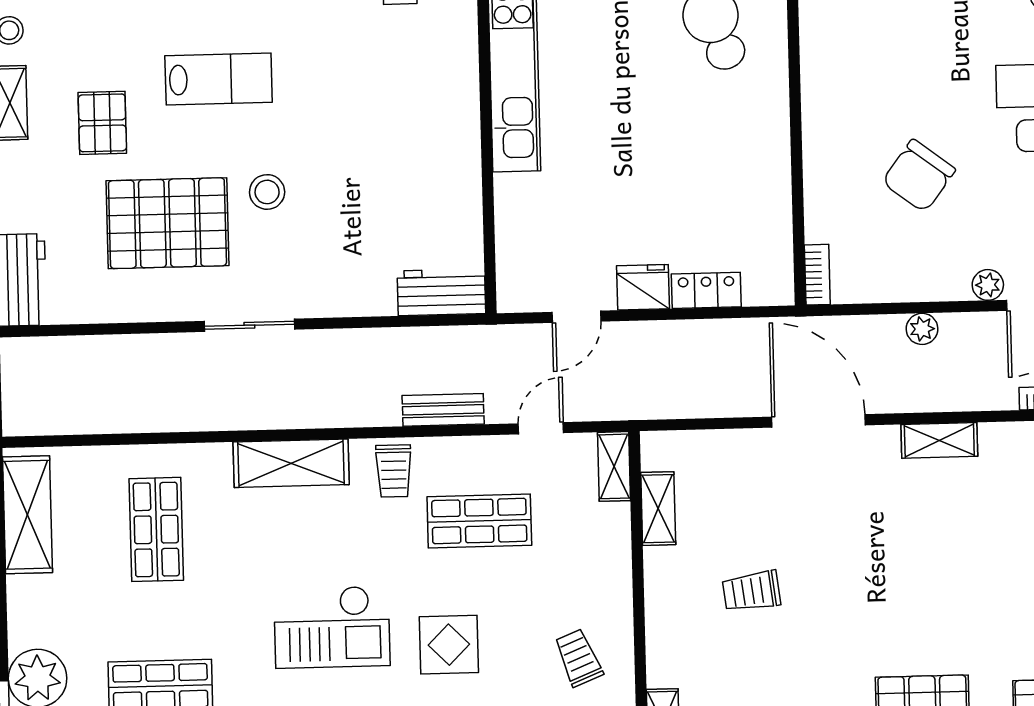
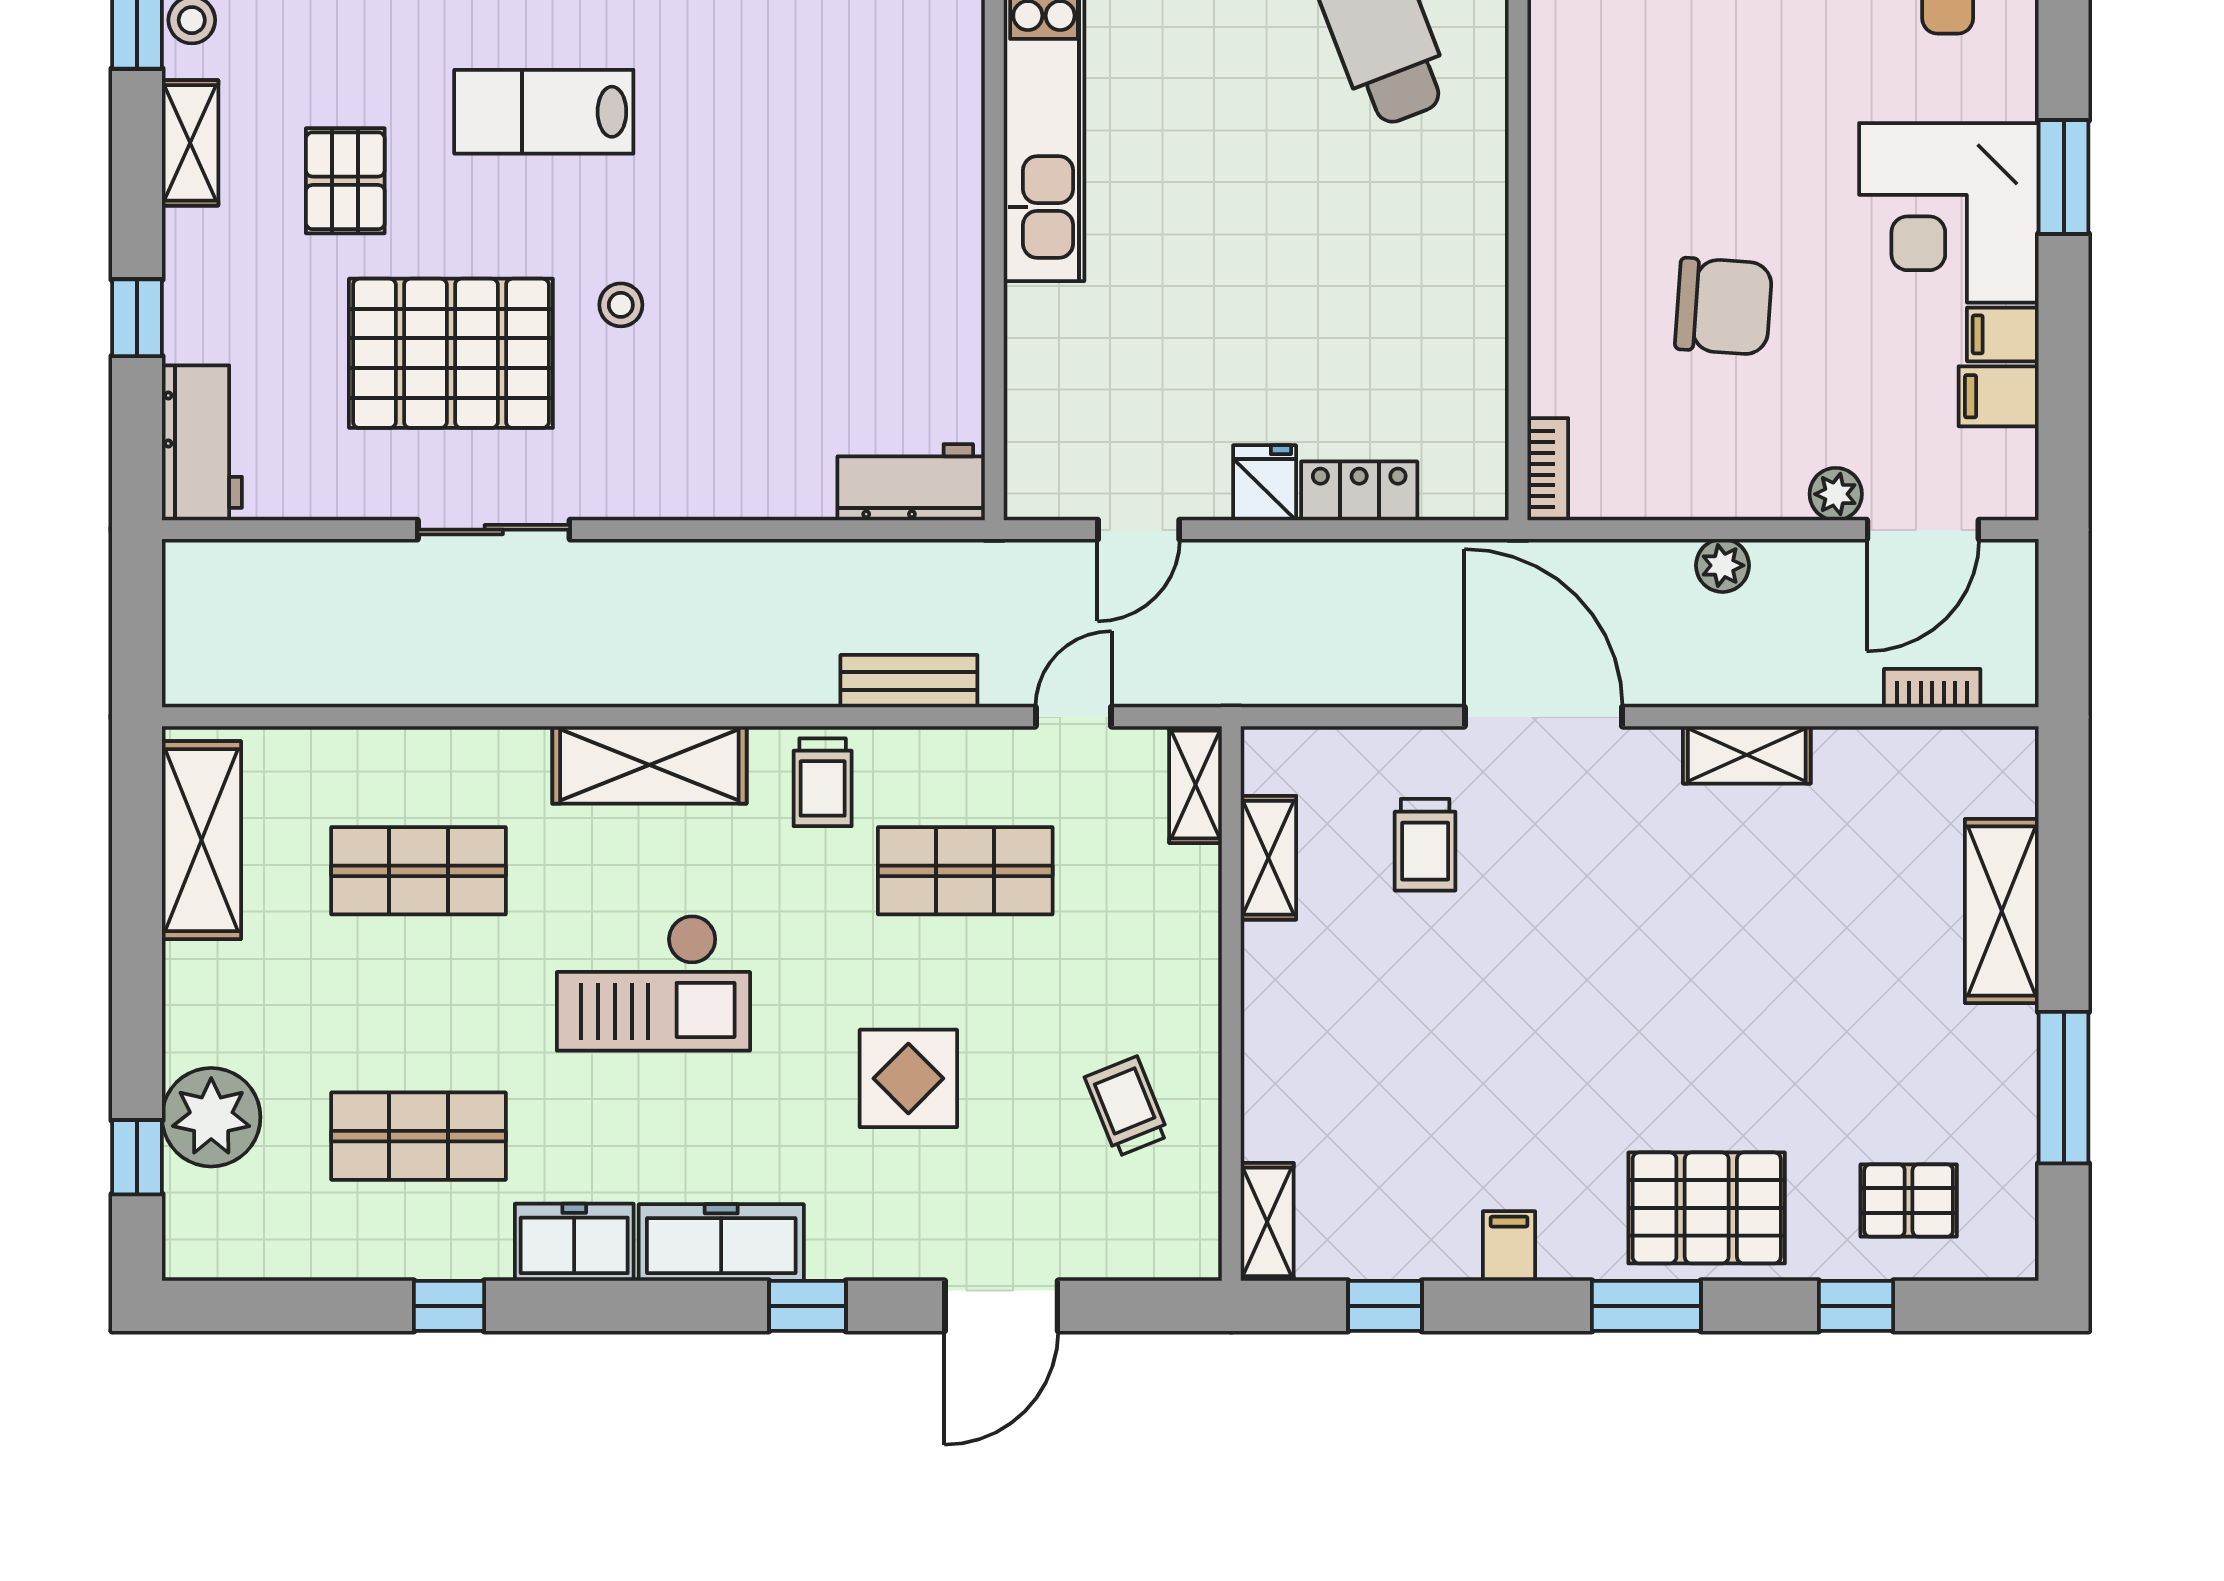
lab bench: (219, 79) -> (544, 112), turned 180
chair: (919, 176) -> (1724, 306), turned -123
stool: (267, 192) -> (621, 305), width x0.73, depth x0.73
fridge: (643, 287) -> (1265, 483), width x0.72
sliding door: (249, 325) -> (494, 530), moved
shop shelf: (156, 529) -> (418, 871), turned 90
trolley: (751, 591) -> (1425, 845), moved, turned -83
checkout: (332, 627) -> (653, 983), moved

